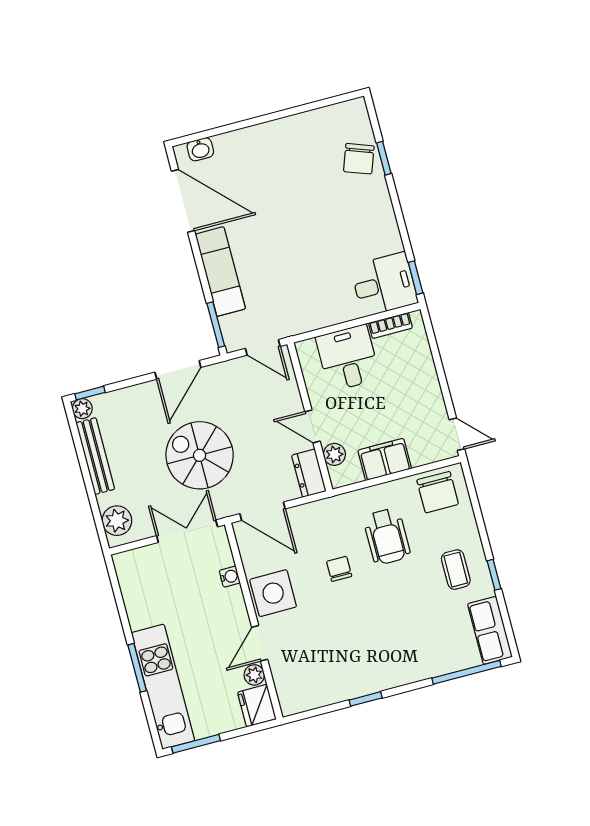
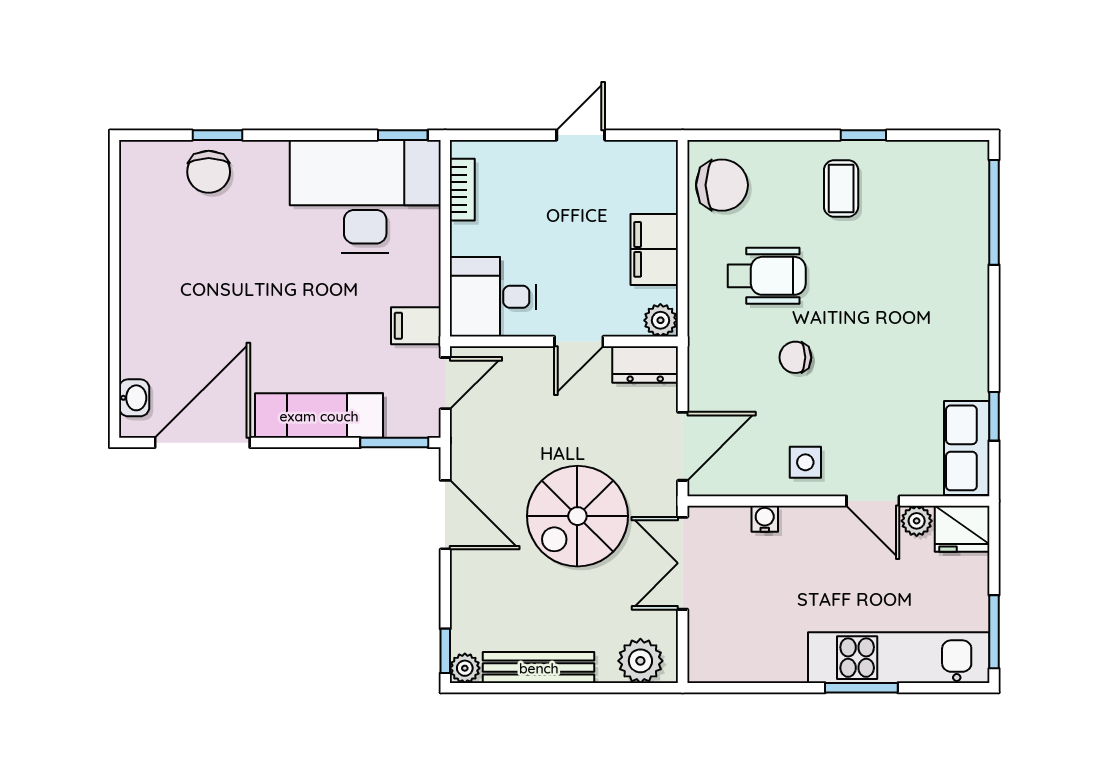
chair: (359, 159) -> (209, 172), turned 70
desk: (384, 284) -> (365, 196), width x1.87, depth x1.30
filing cabinet: (295, 319) -> (416, 326), added
desk: (348, 358) -> (493, 297), moved
door: (457, 434) -> (581, 135), moved
plant: (334, 454) -> (660, 320), moved
coffee table: (456, 570) -> (841, 188), turned 90
side table: (273, 593) -> (805, 462), width x0.54, depth x0.54
row of seats: (490, 630) -> (967, 448), moved, turned 90
window: (366, 699) -> (994, 416), moved

